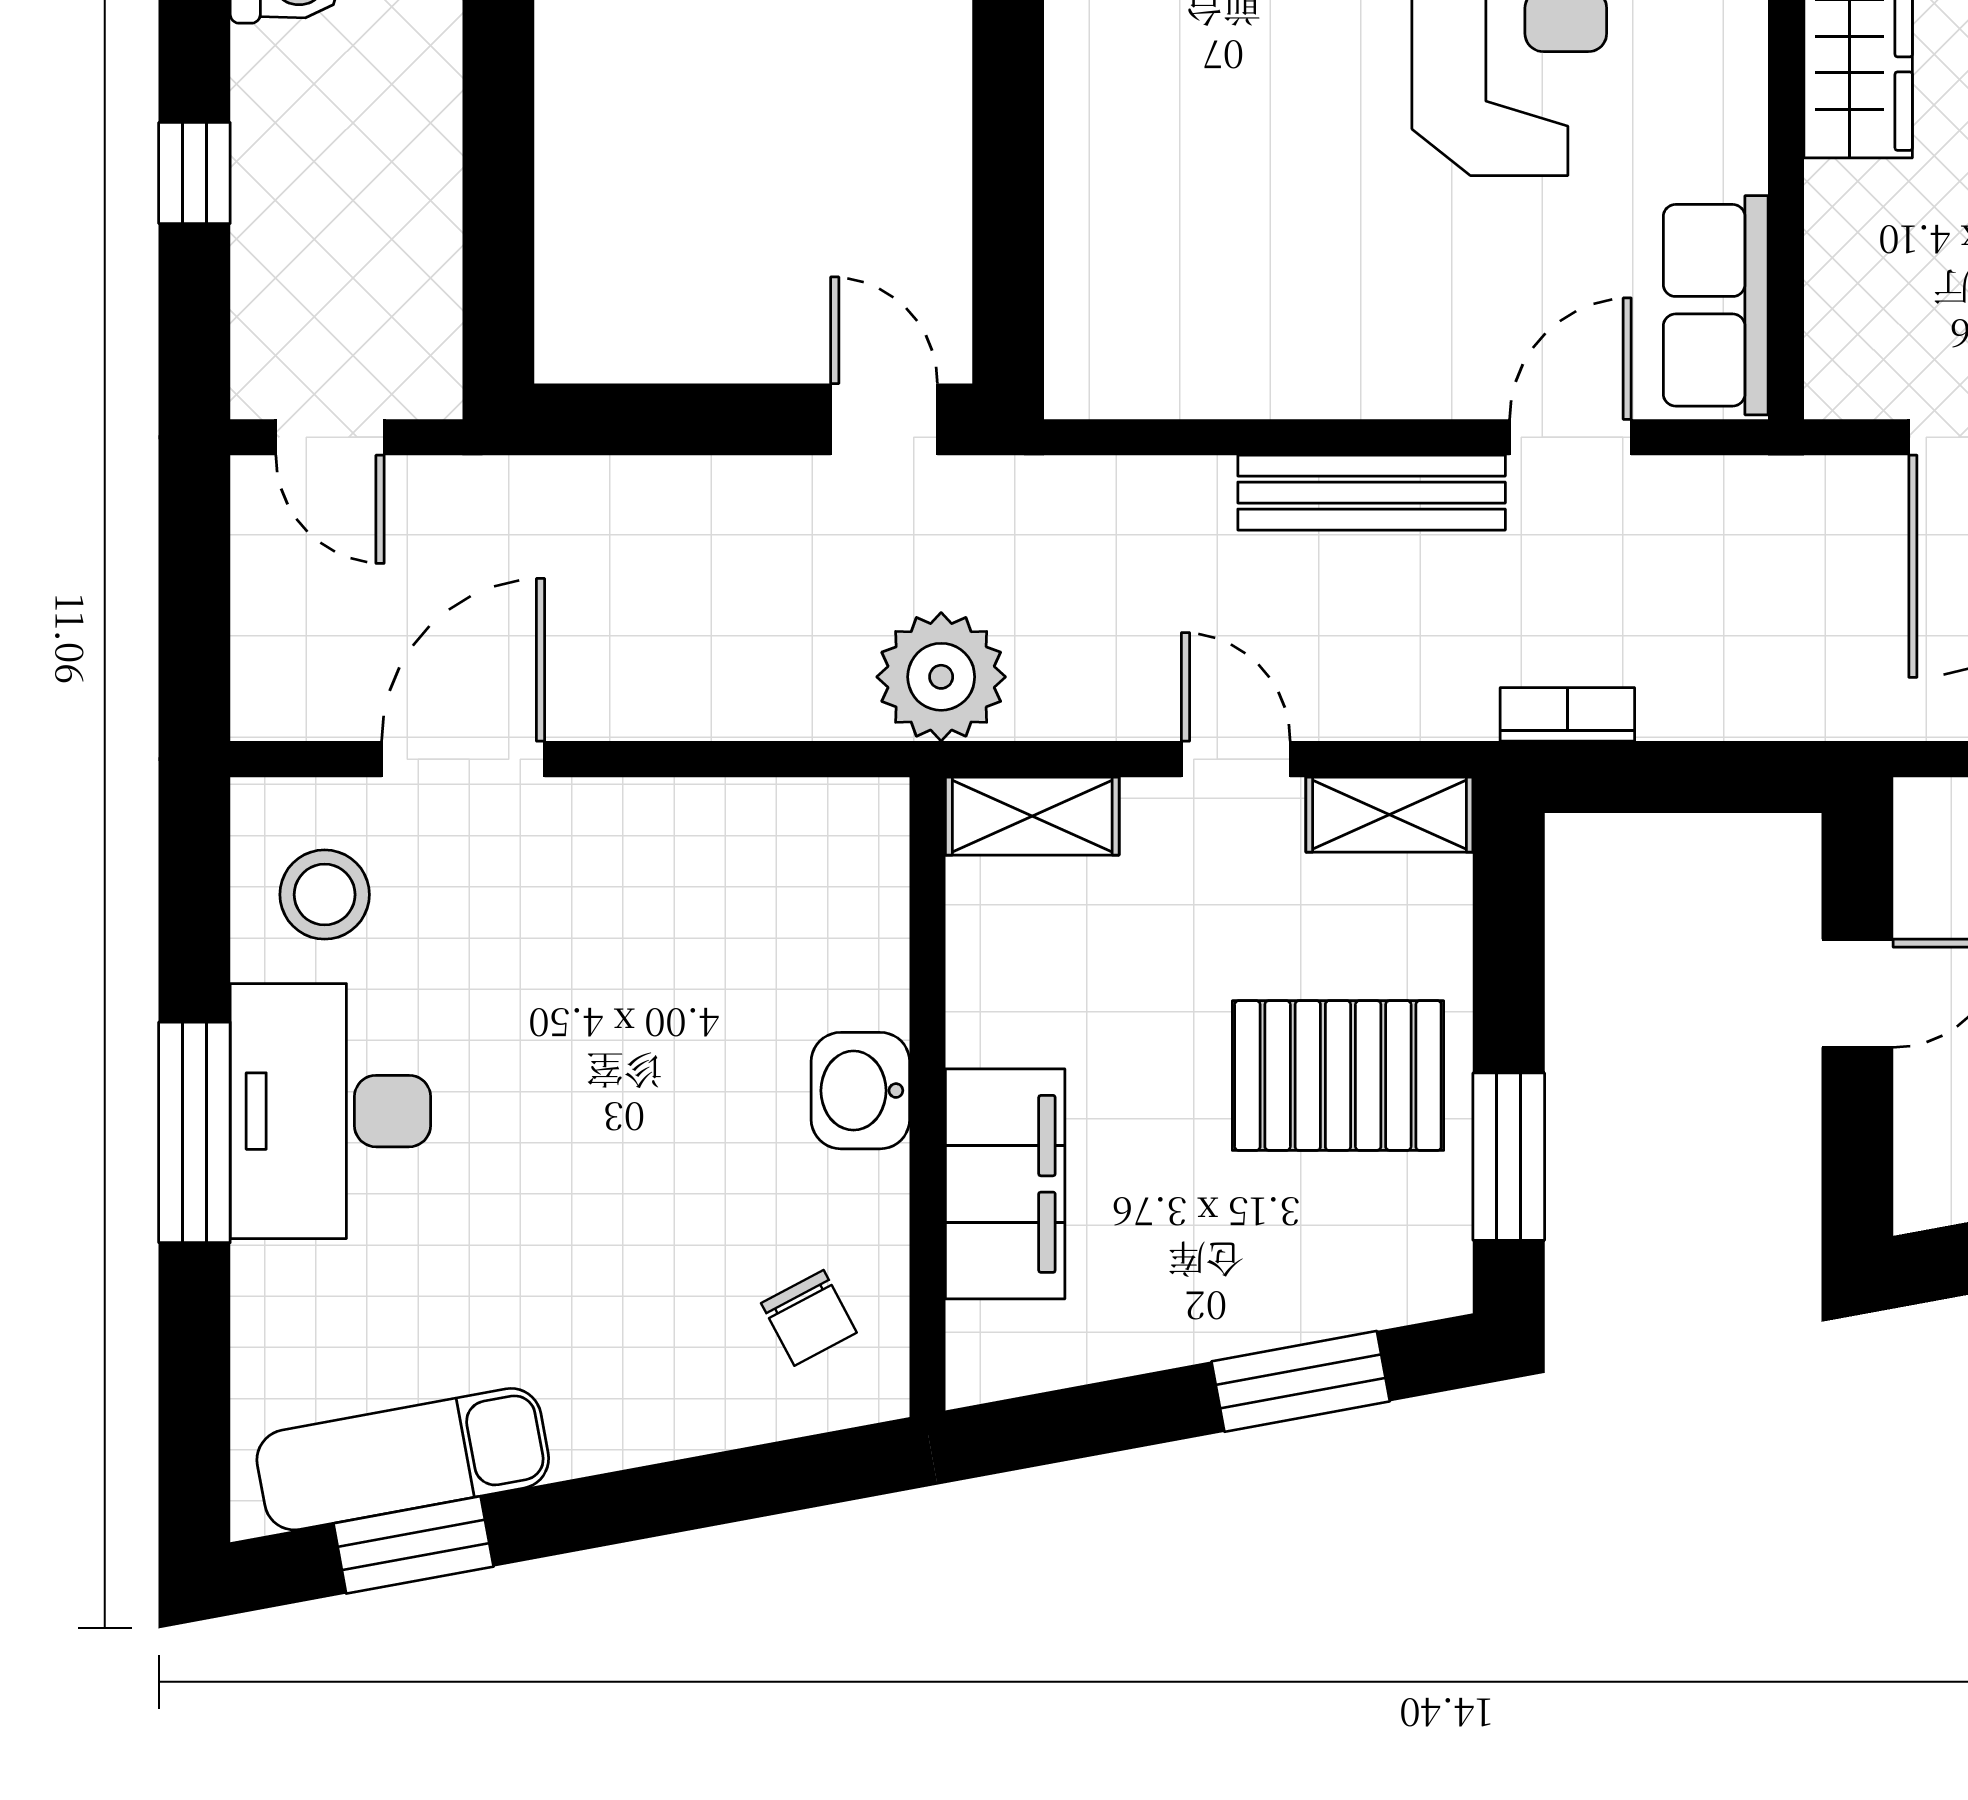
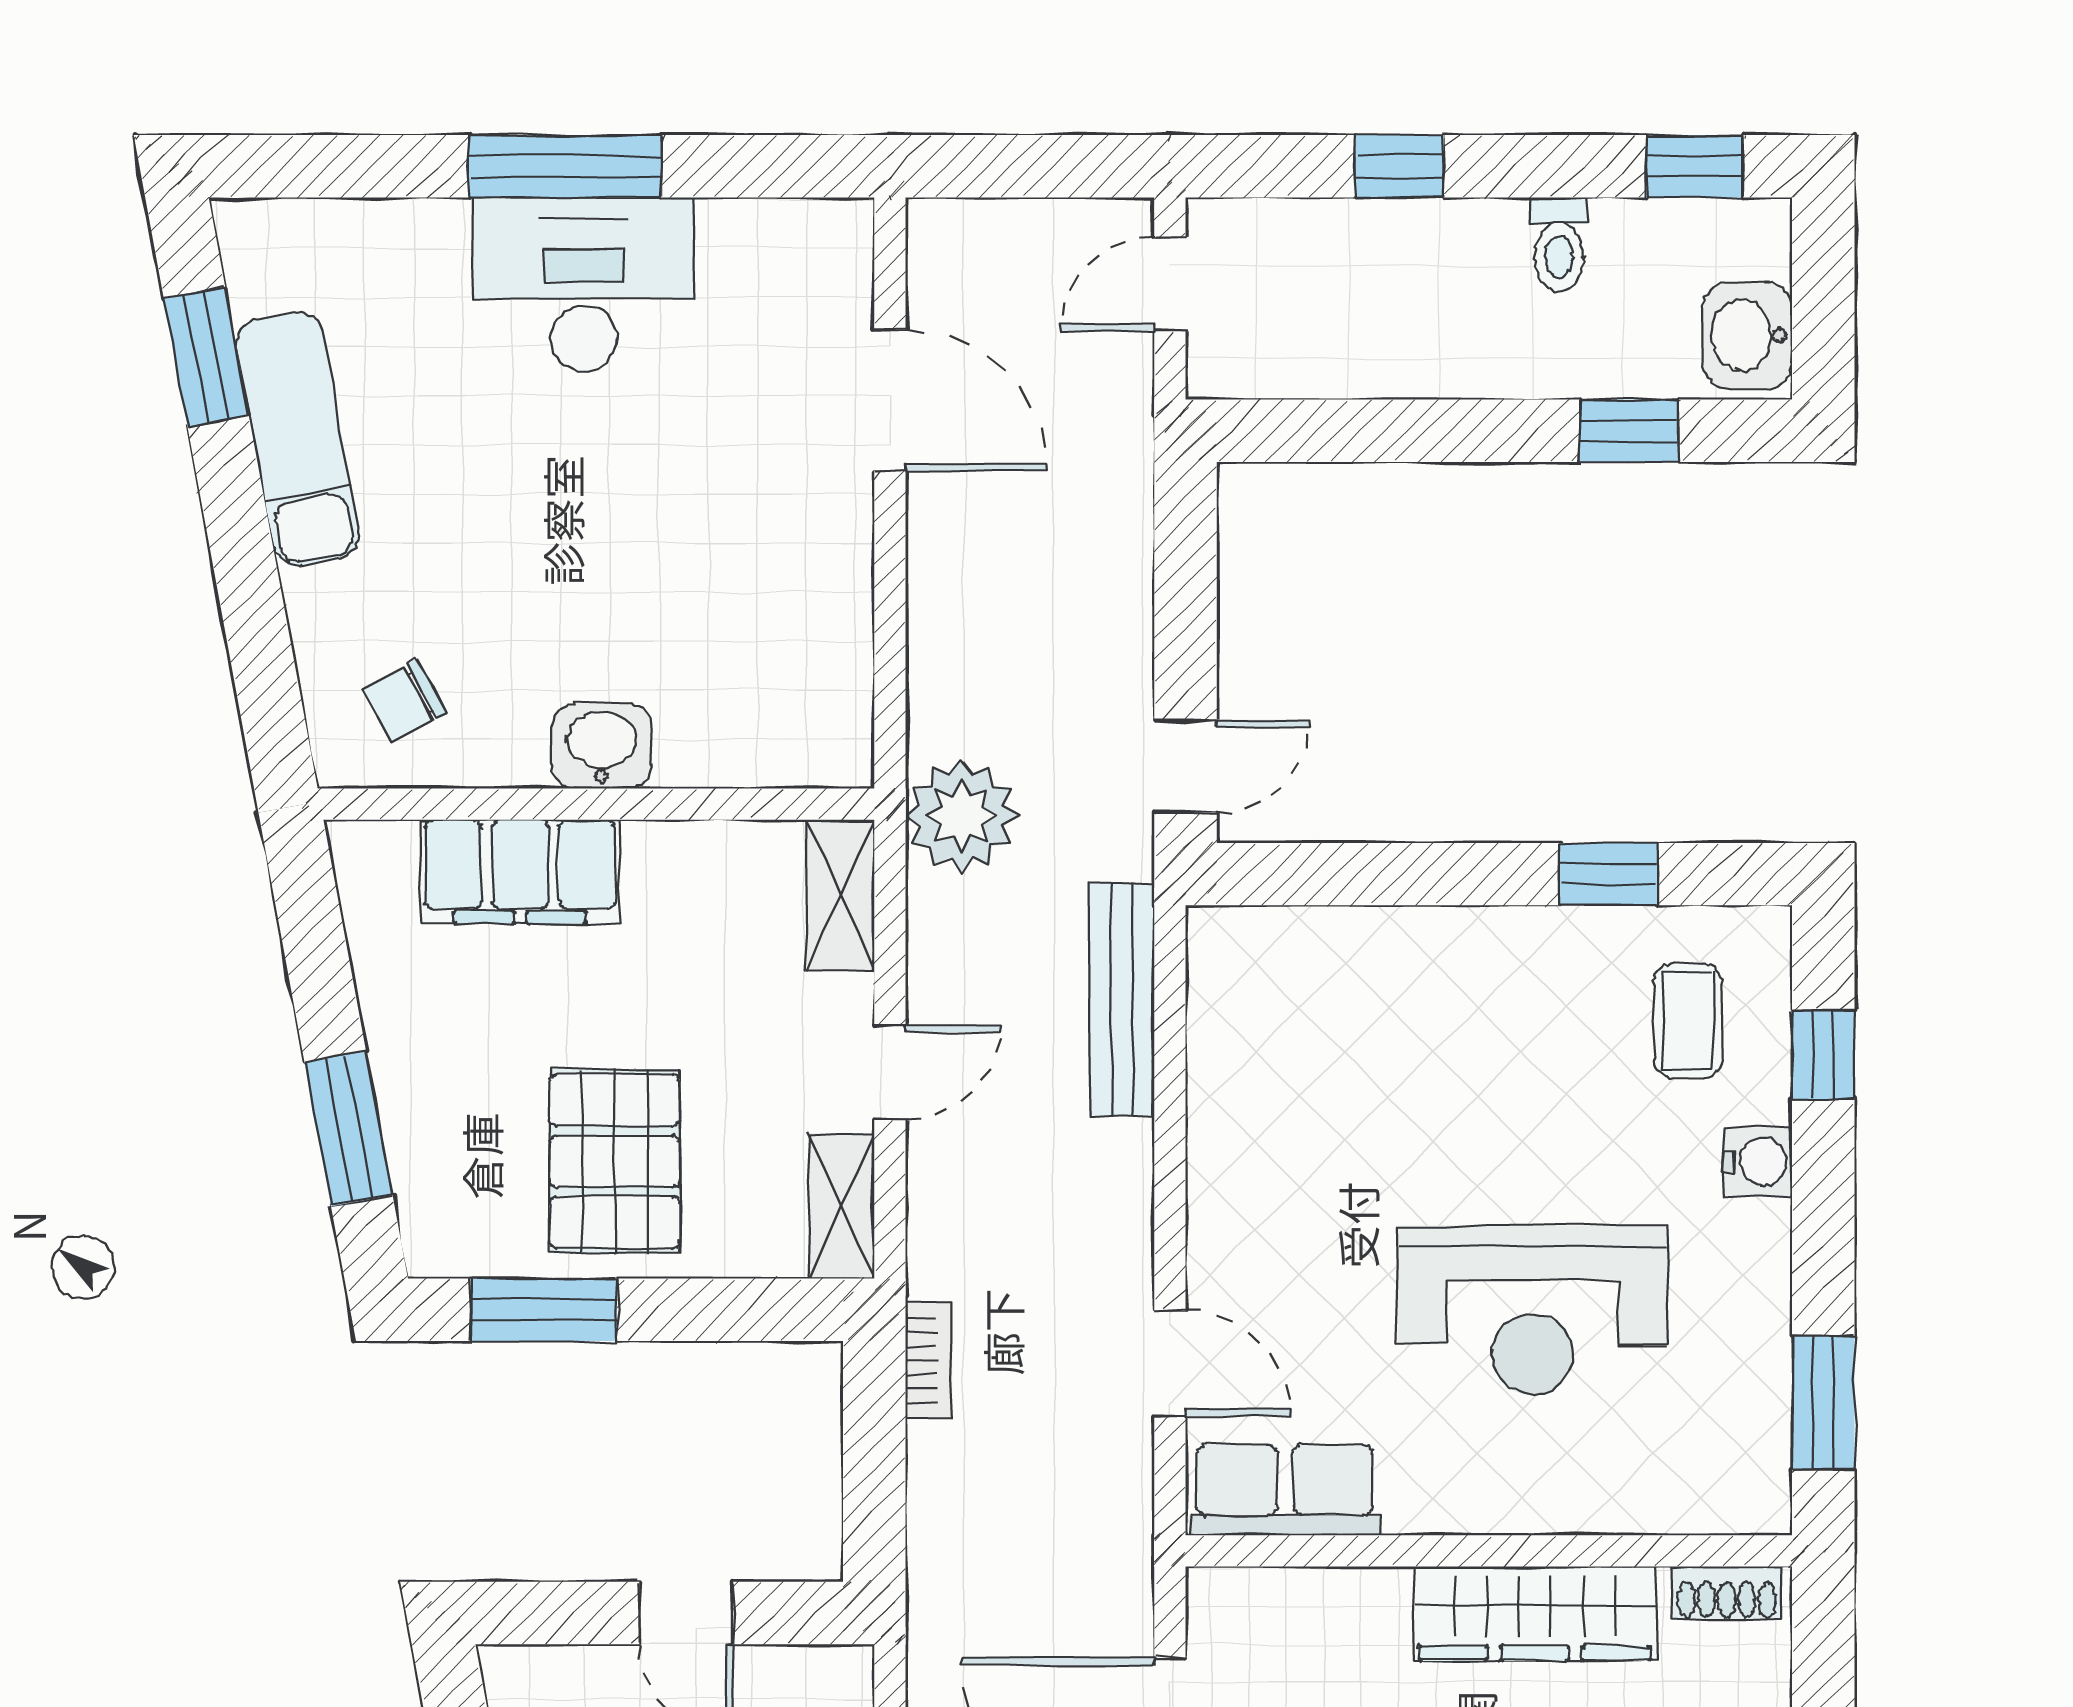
bench: (1372, 493) -> (1122, 999), moved
stool: (325, 895) -> (772, 280), removed
exam couch: (403, 1459) -> (298, 439), moved

